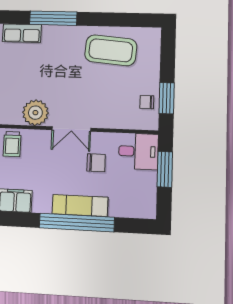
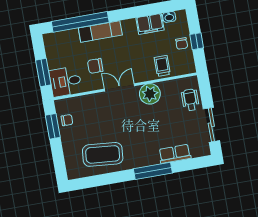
window: (77, 223) -> (80, 22), moved

